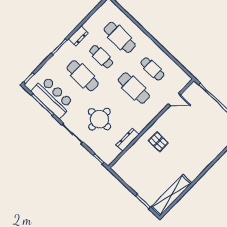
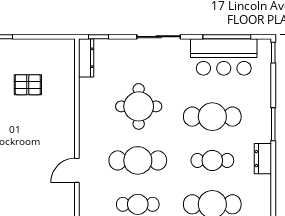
door: (174, 99) -> (77, 170), moved
round table: (99, 119) -> (139, 106), moved
dresser: (128, 140) -> (86, 58), moved
pallet: (158, 142) -> (28, 85), moved

